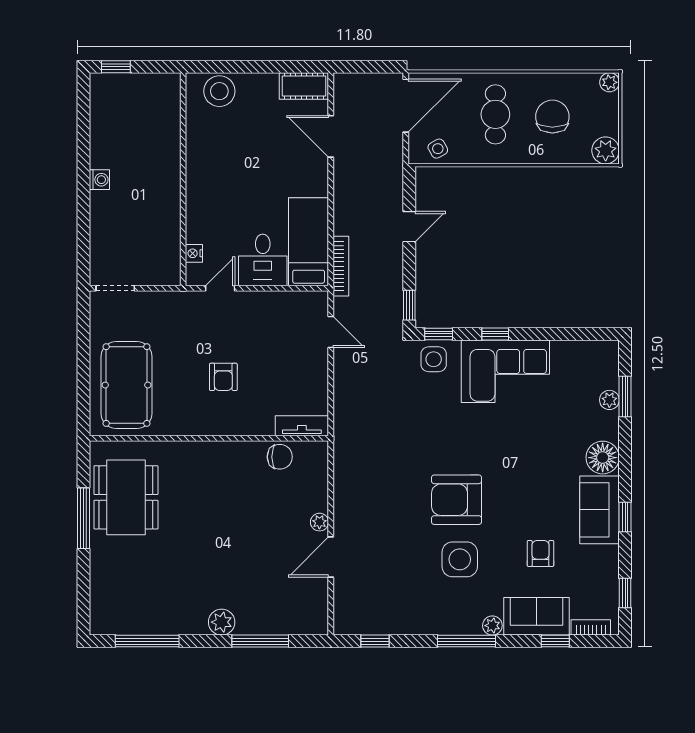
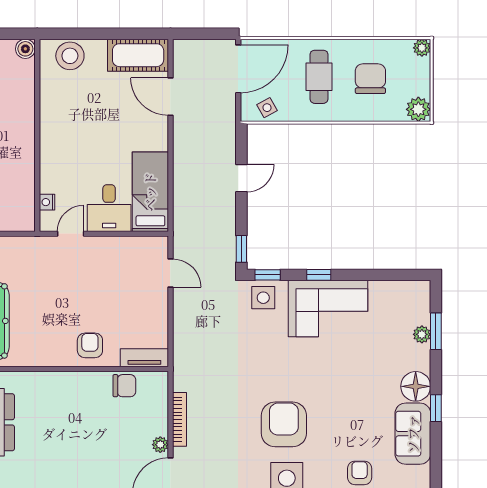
boiler: (170, 83) -> (25, 49), added
cot: (304, 86) -> (138, 55), width x1.37, depth x1.34
bookcase: (341, 266) -> (180, 419), moved
armchair: (223, 377) -> (90, 345), moved, turned 180
armchair: (457, 500) -> (284, 424), turned 90
window: (625, 517) -> (436, 408), moved

